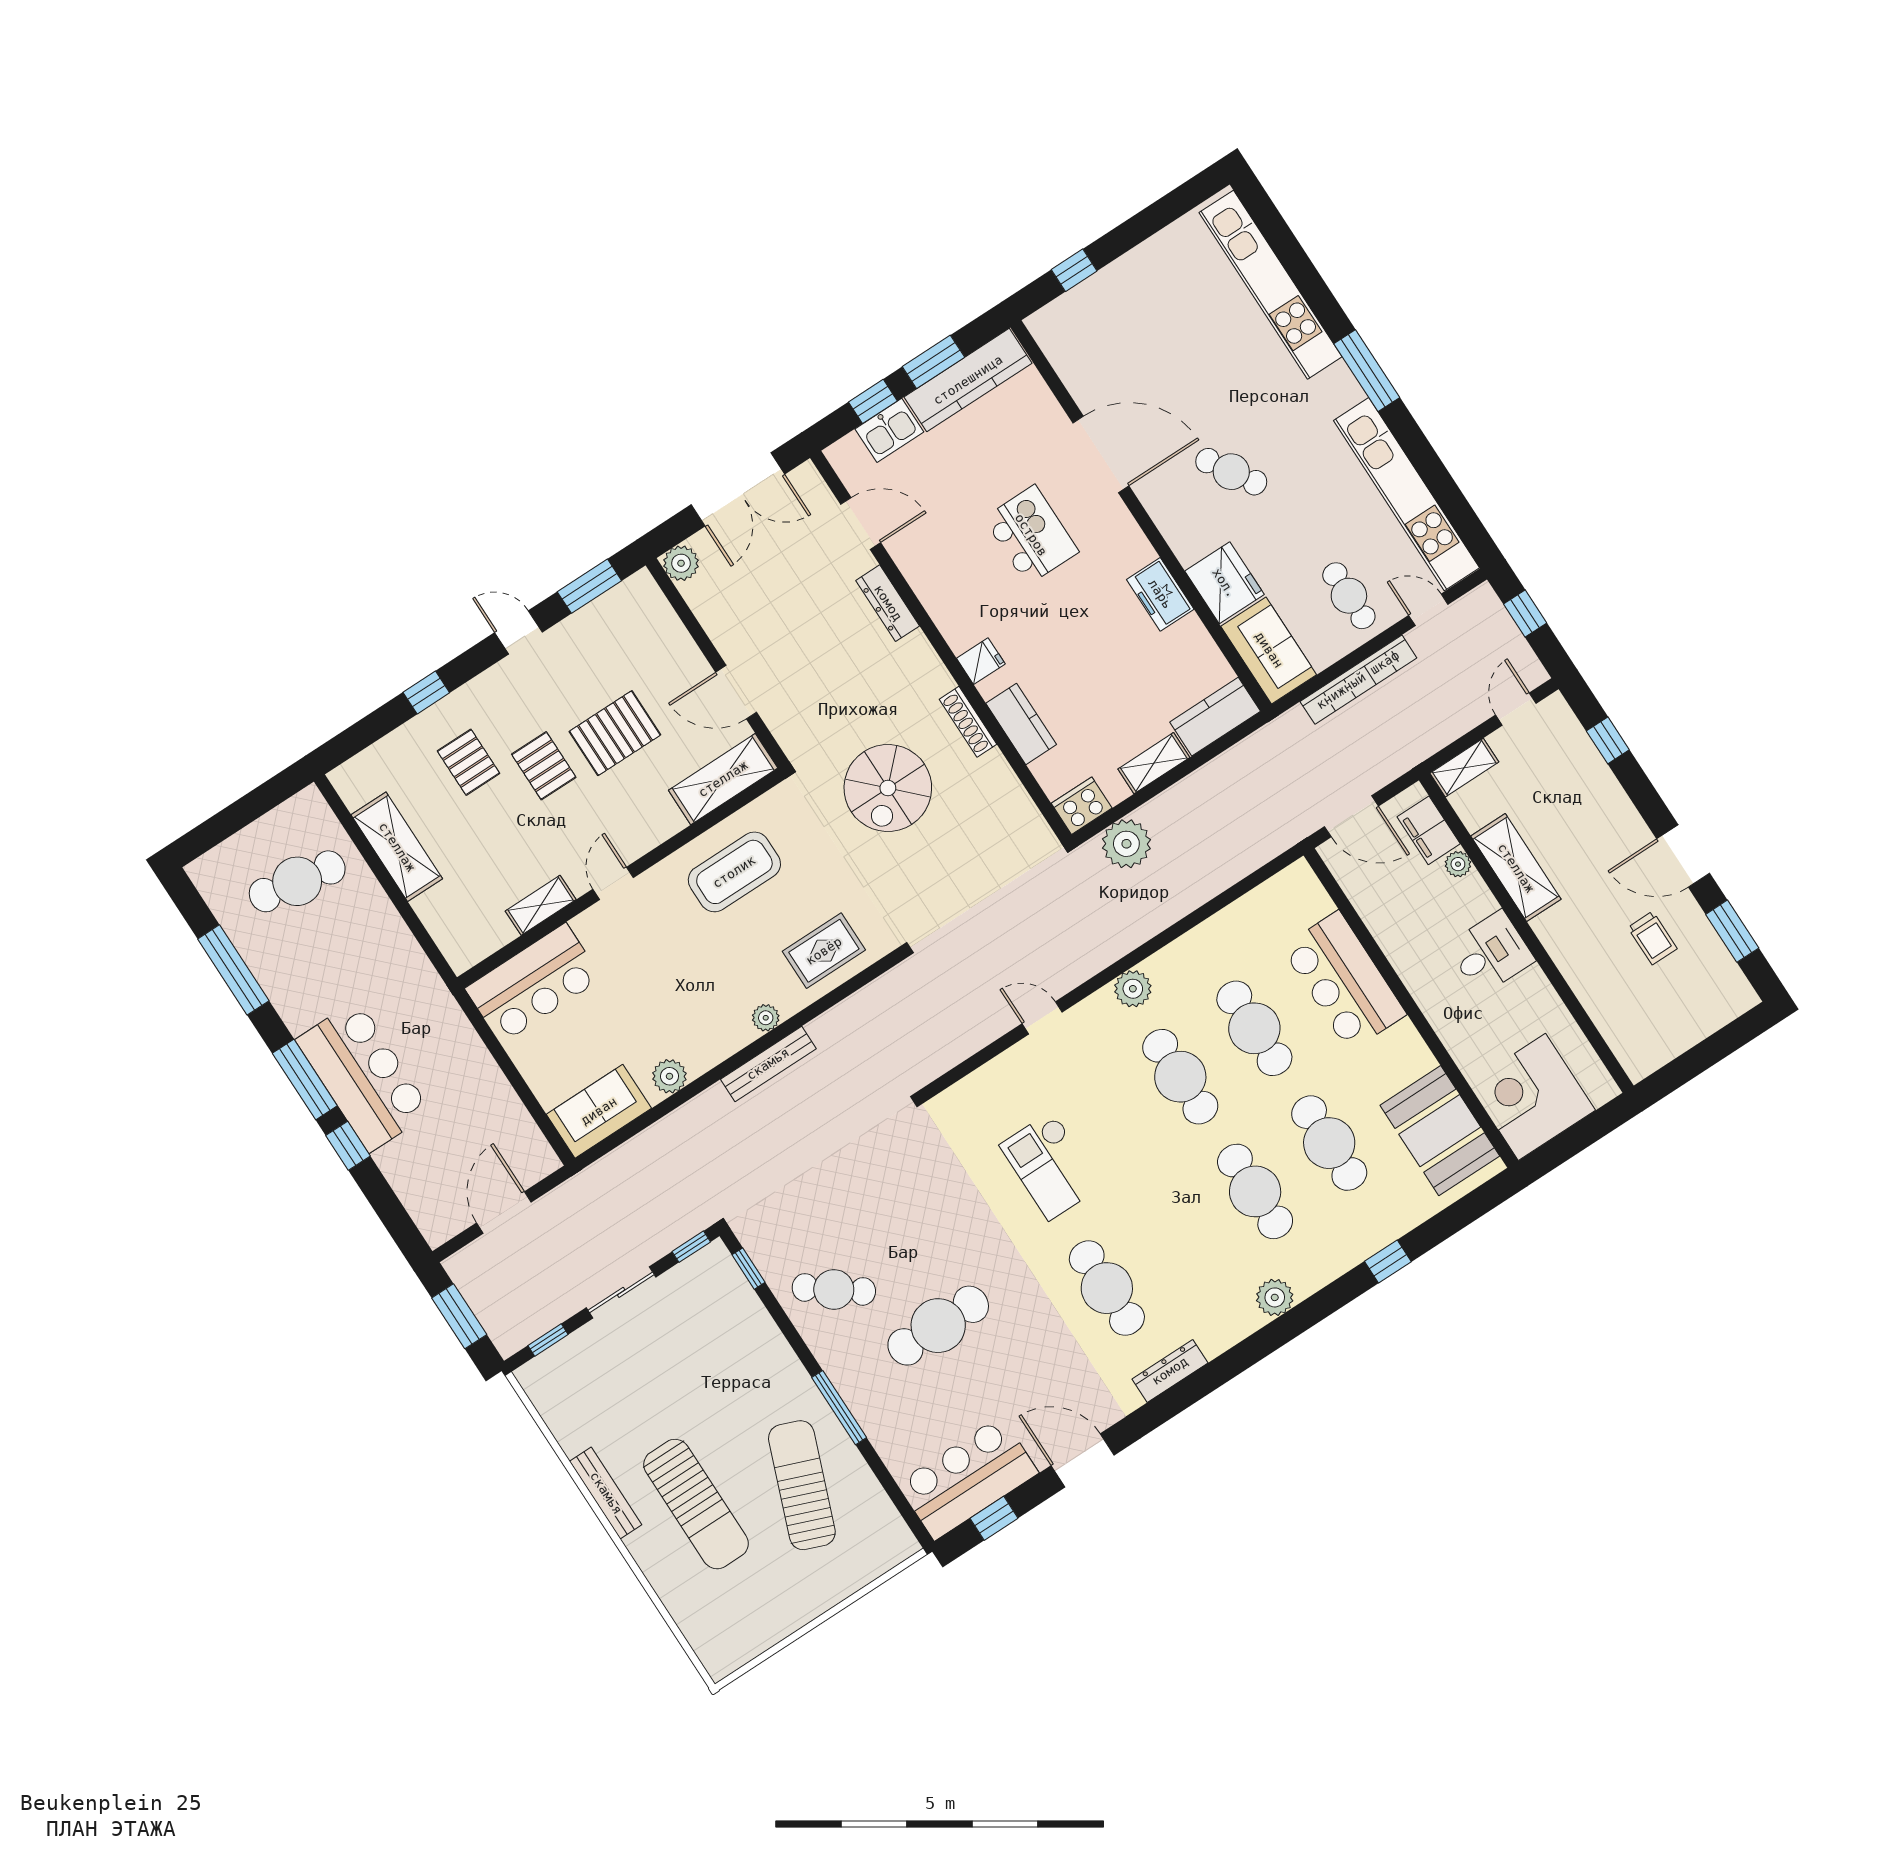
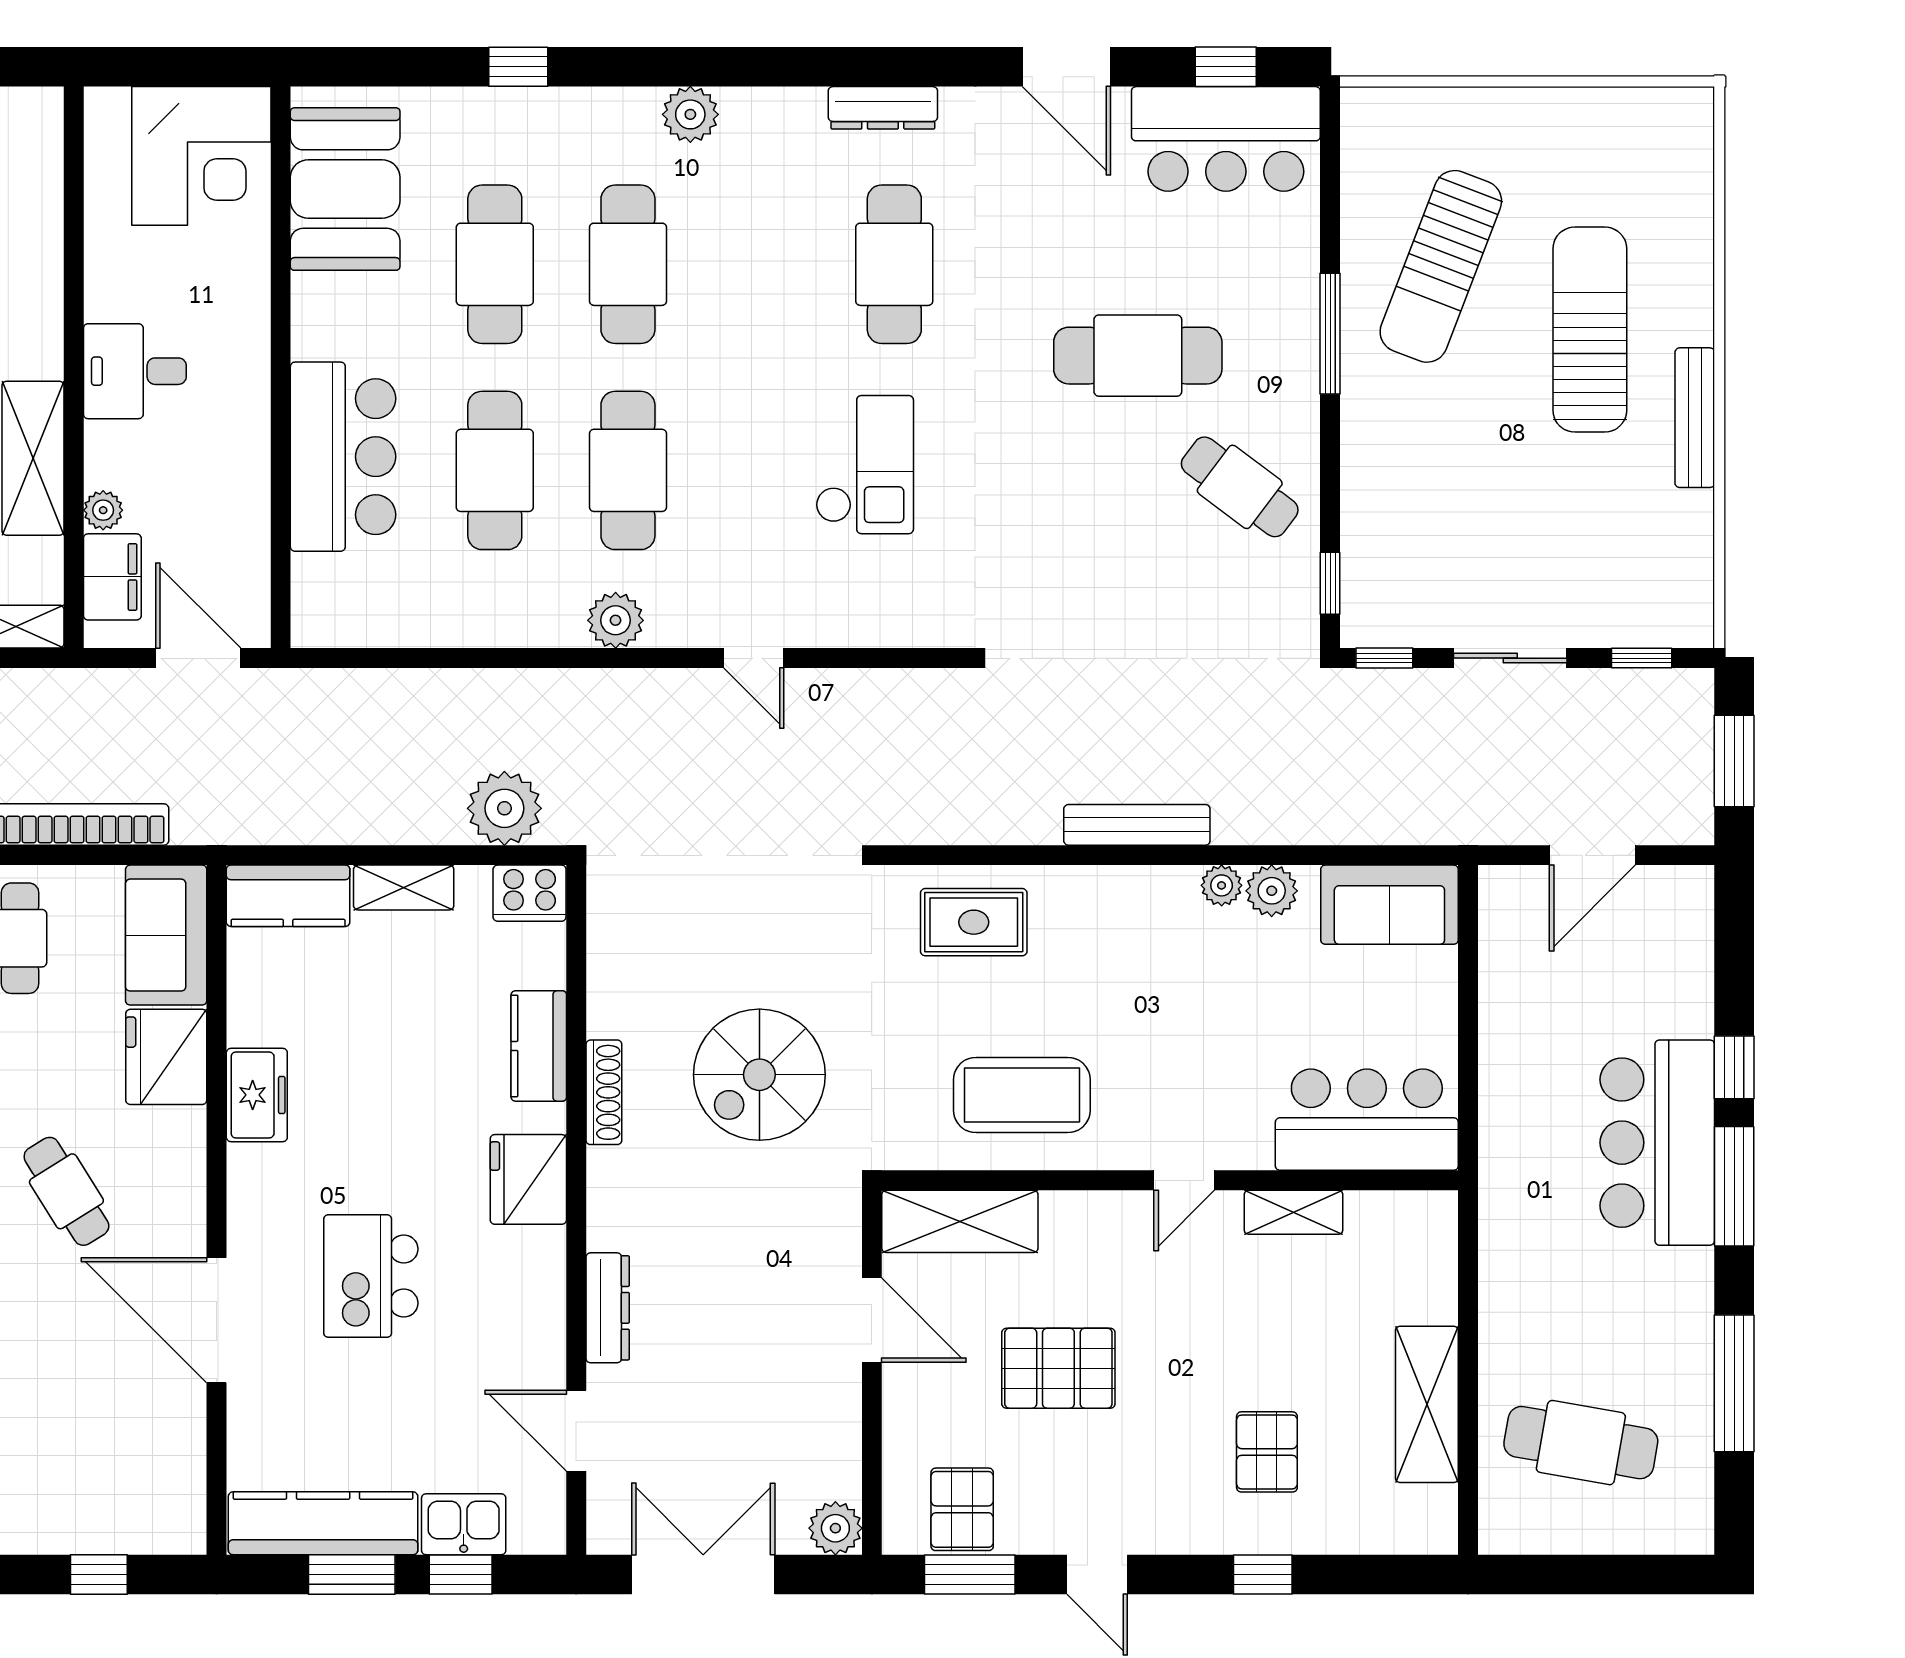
fridge: (981, 661) -> (528, 1179), width x1.88, depth x1.34
pallet: (544, 766) -> (962, 1509), moved
spiral stairs: (888, 788) -> (759, 1075), turned 180
plant: (766, 1018) -> (1222, 885), moved

